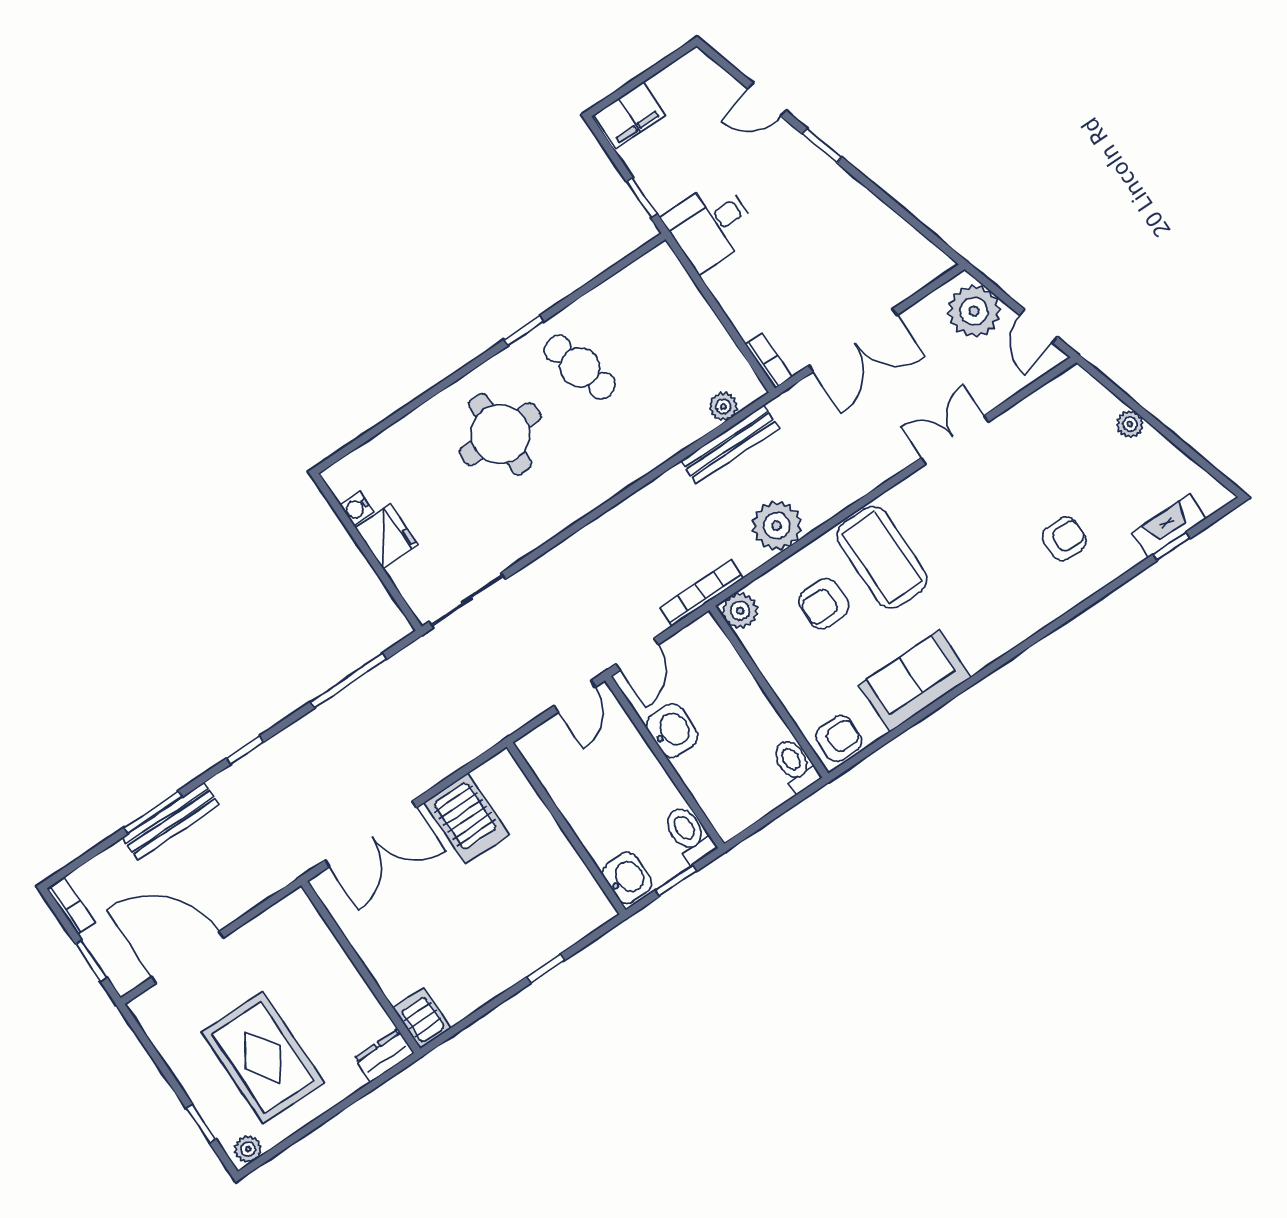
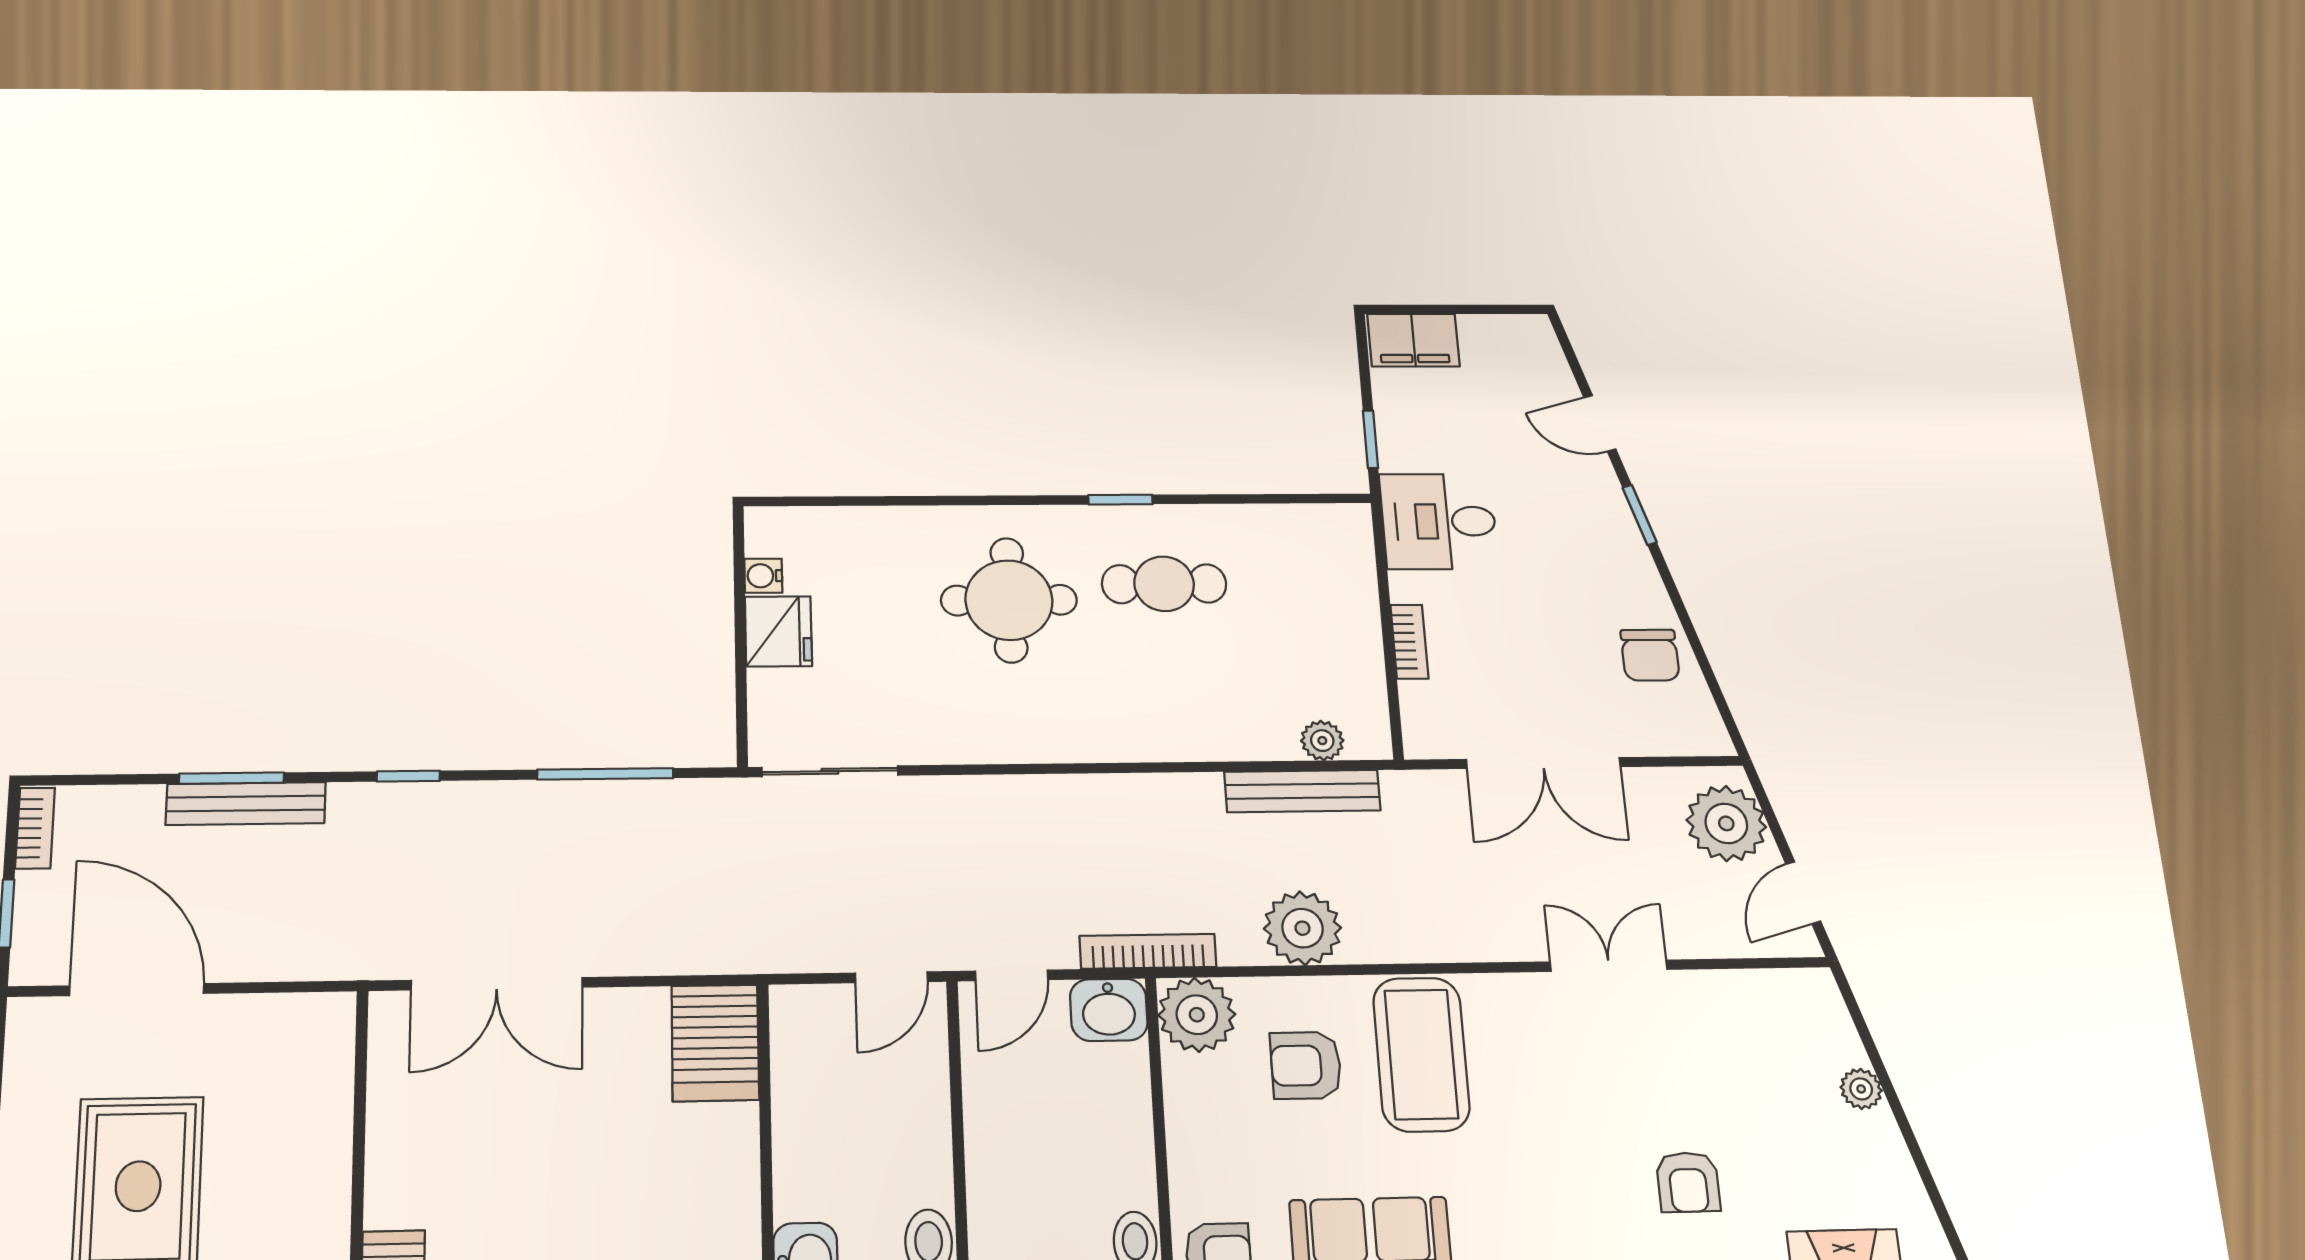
chair: (876, 233) -> (1650, 655), added
bookcase: (769, 361) -> (1409, 642), moved
cafe table: (580, 367) -> (1164, 584), turned -74
armchair: (1064, 539) -> (1688, 1182), turned 90
plant: (740, 611) -> (1197, 1015), width x1.36, depth x1.36
washbasin: (672, 731) -> (1109, 1010), moved, turned 90
server rack: (467, 818) -> (715, 1043), moved

